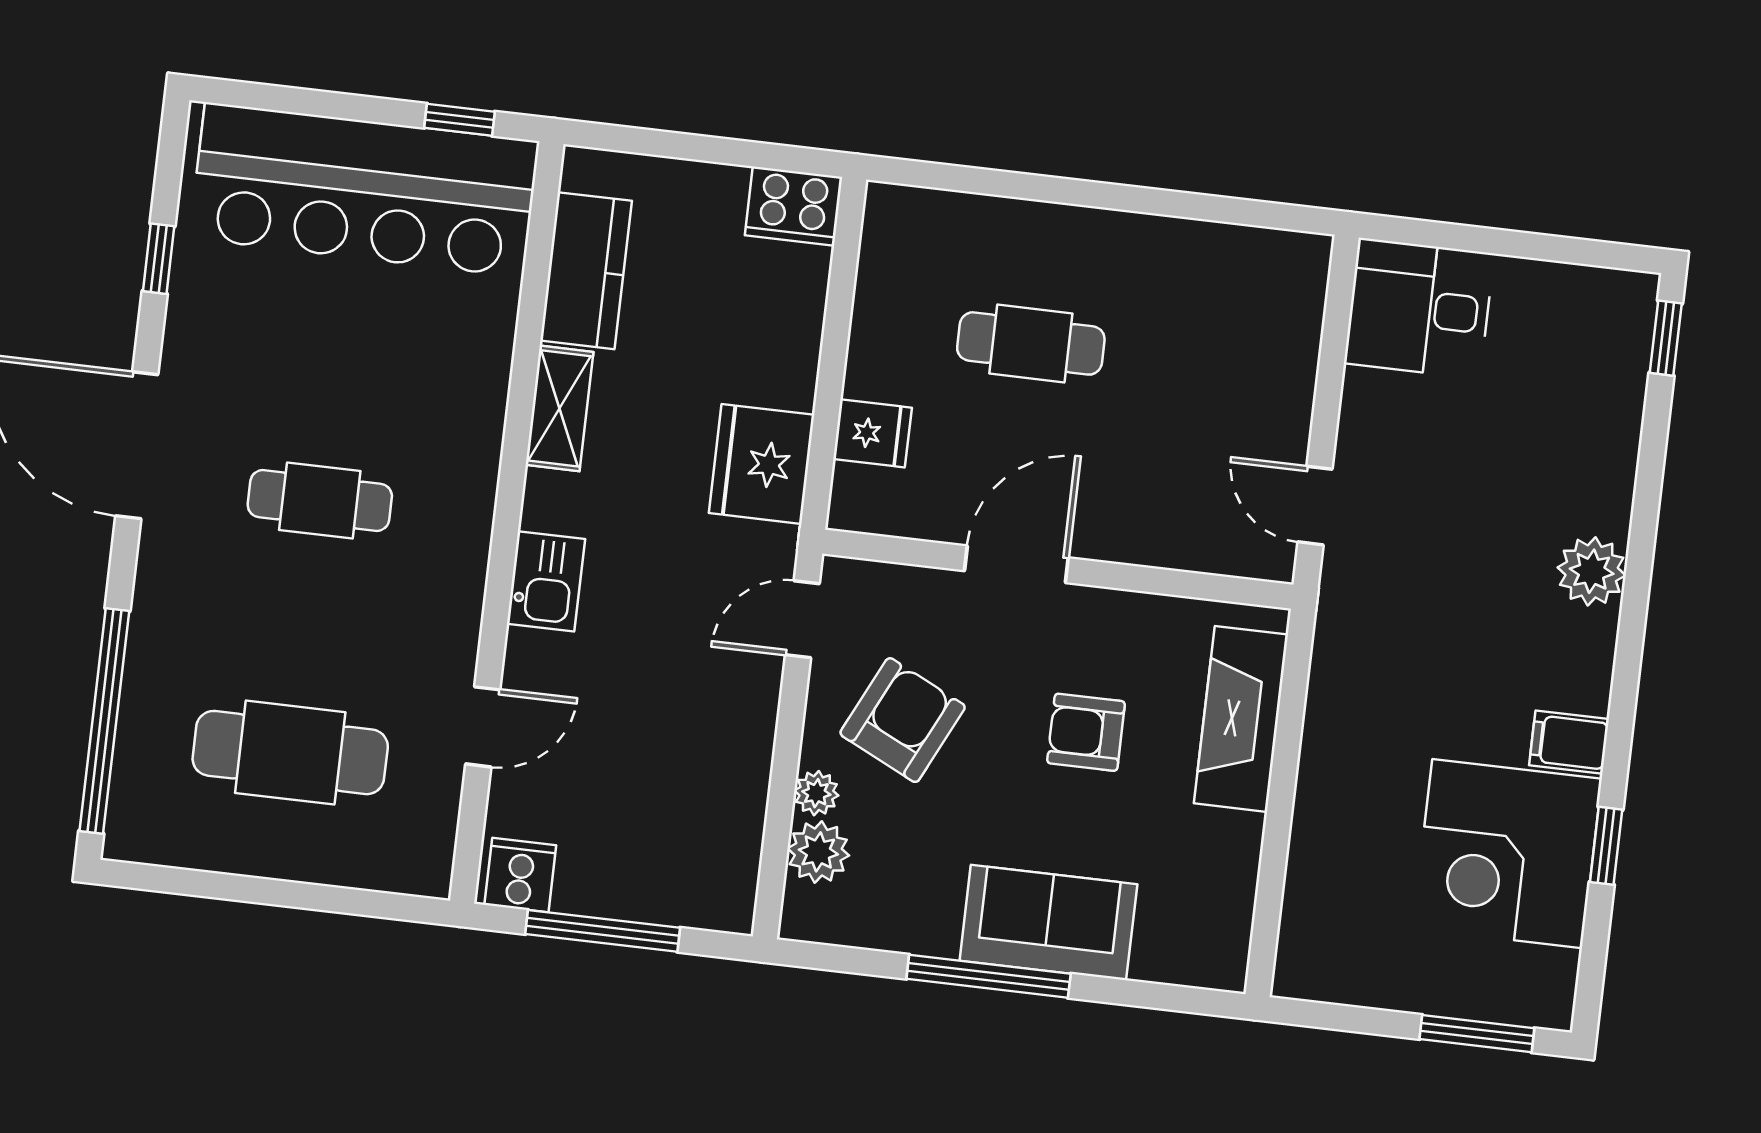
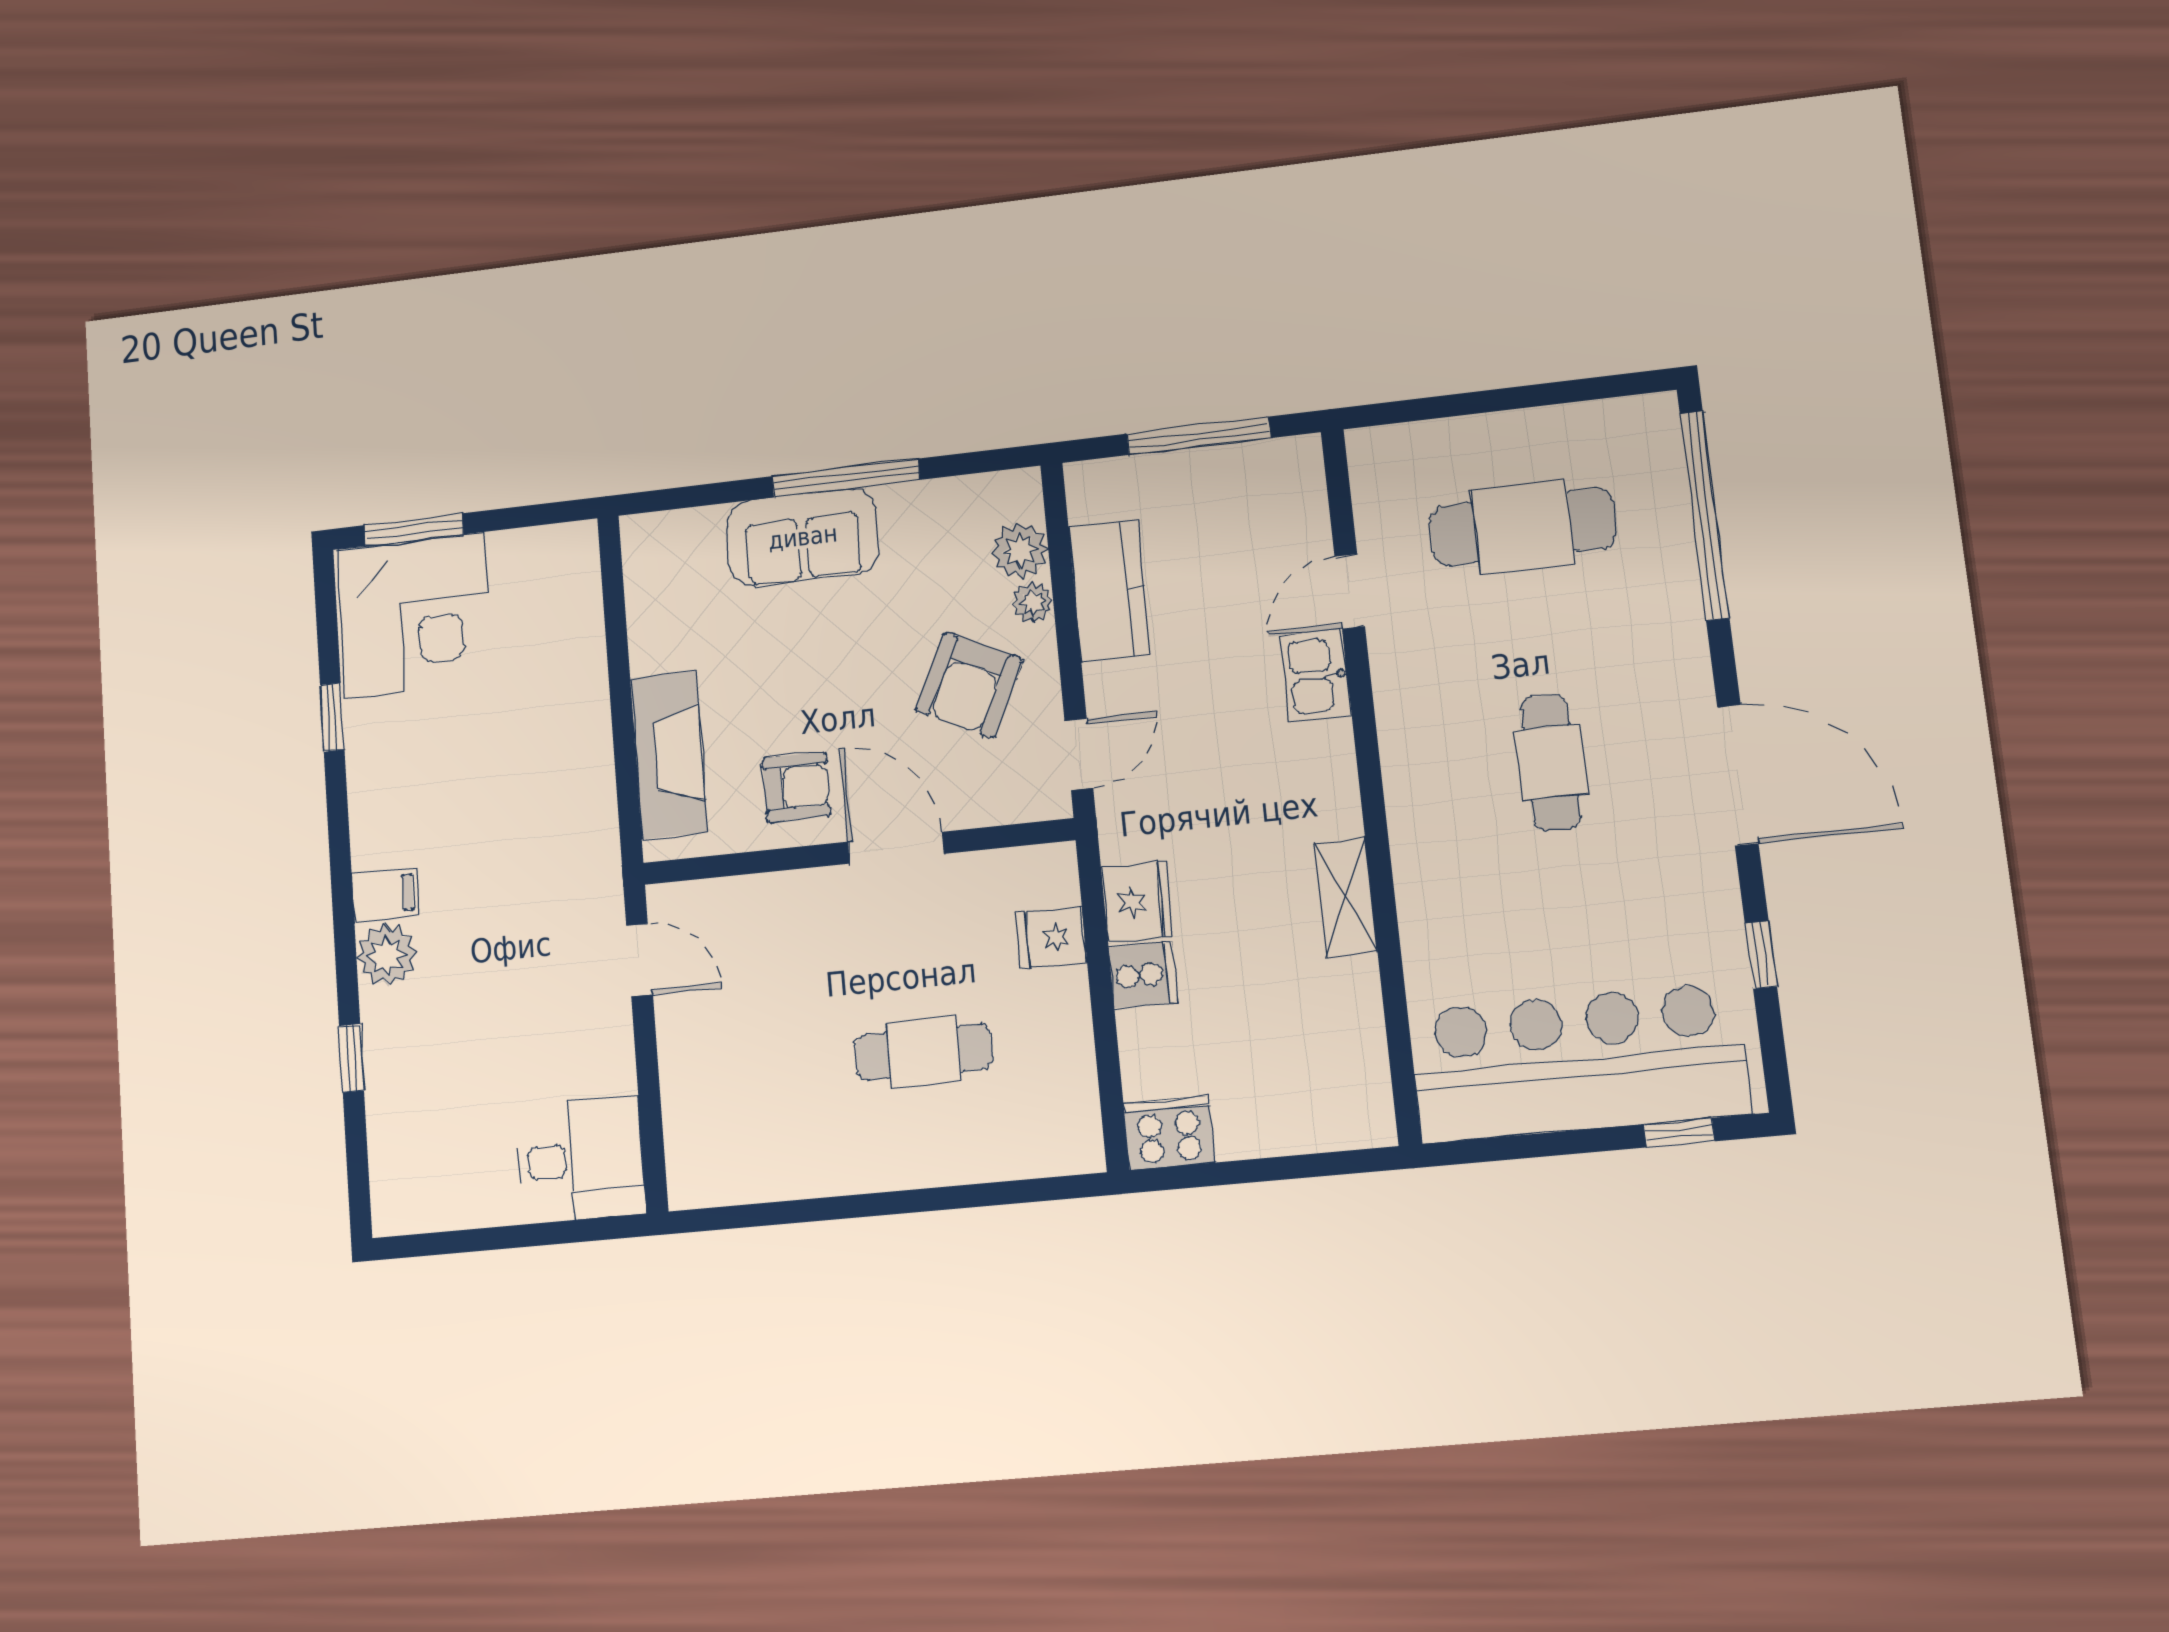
window: (460, 120) -> (1679, 1133), moved
kitchen counter: (586, 271) -> (1109, 591), moved, turned 180
window: (1666, 338) -> (351, 1058), moved
fridge: (762, 464) -> (1137, 902), width x0.73, depth x0.75
cafe table: (320, 501) -> (1551, 762), turned 90
door: (1016, 564) -> (896, 848), swing flipped
kitchen sink: (546, 581) -> (1315, 676), moved
armchair: (1086, 732) -> (796, 787), moved
filing cabinet: (1569, 742) -> (385, 895), moved
corner desk: (1507, 854) -> (415, 615), moved, turned 90
cooker: (520, 875) -> (1143, 975), moved, turned -90

